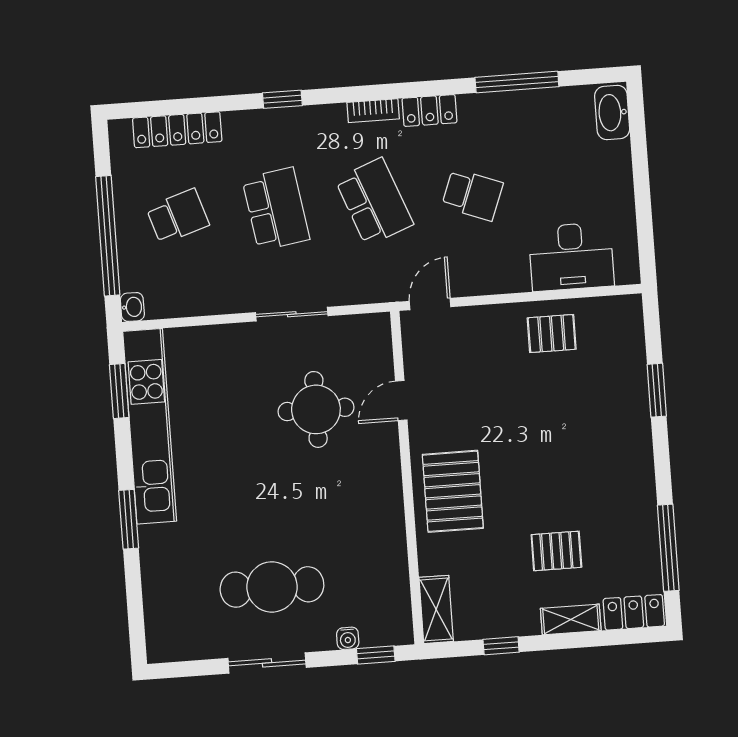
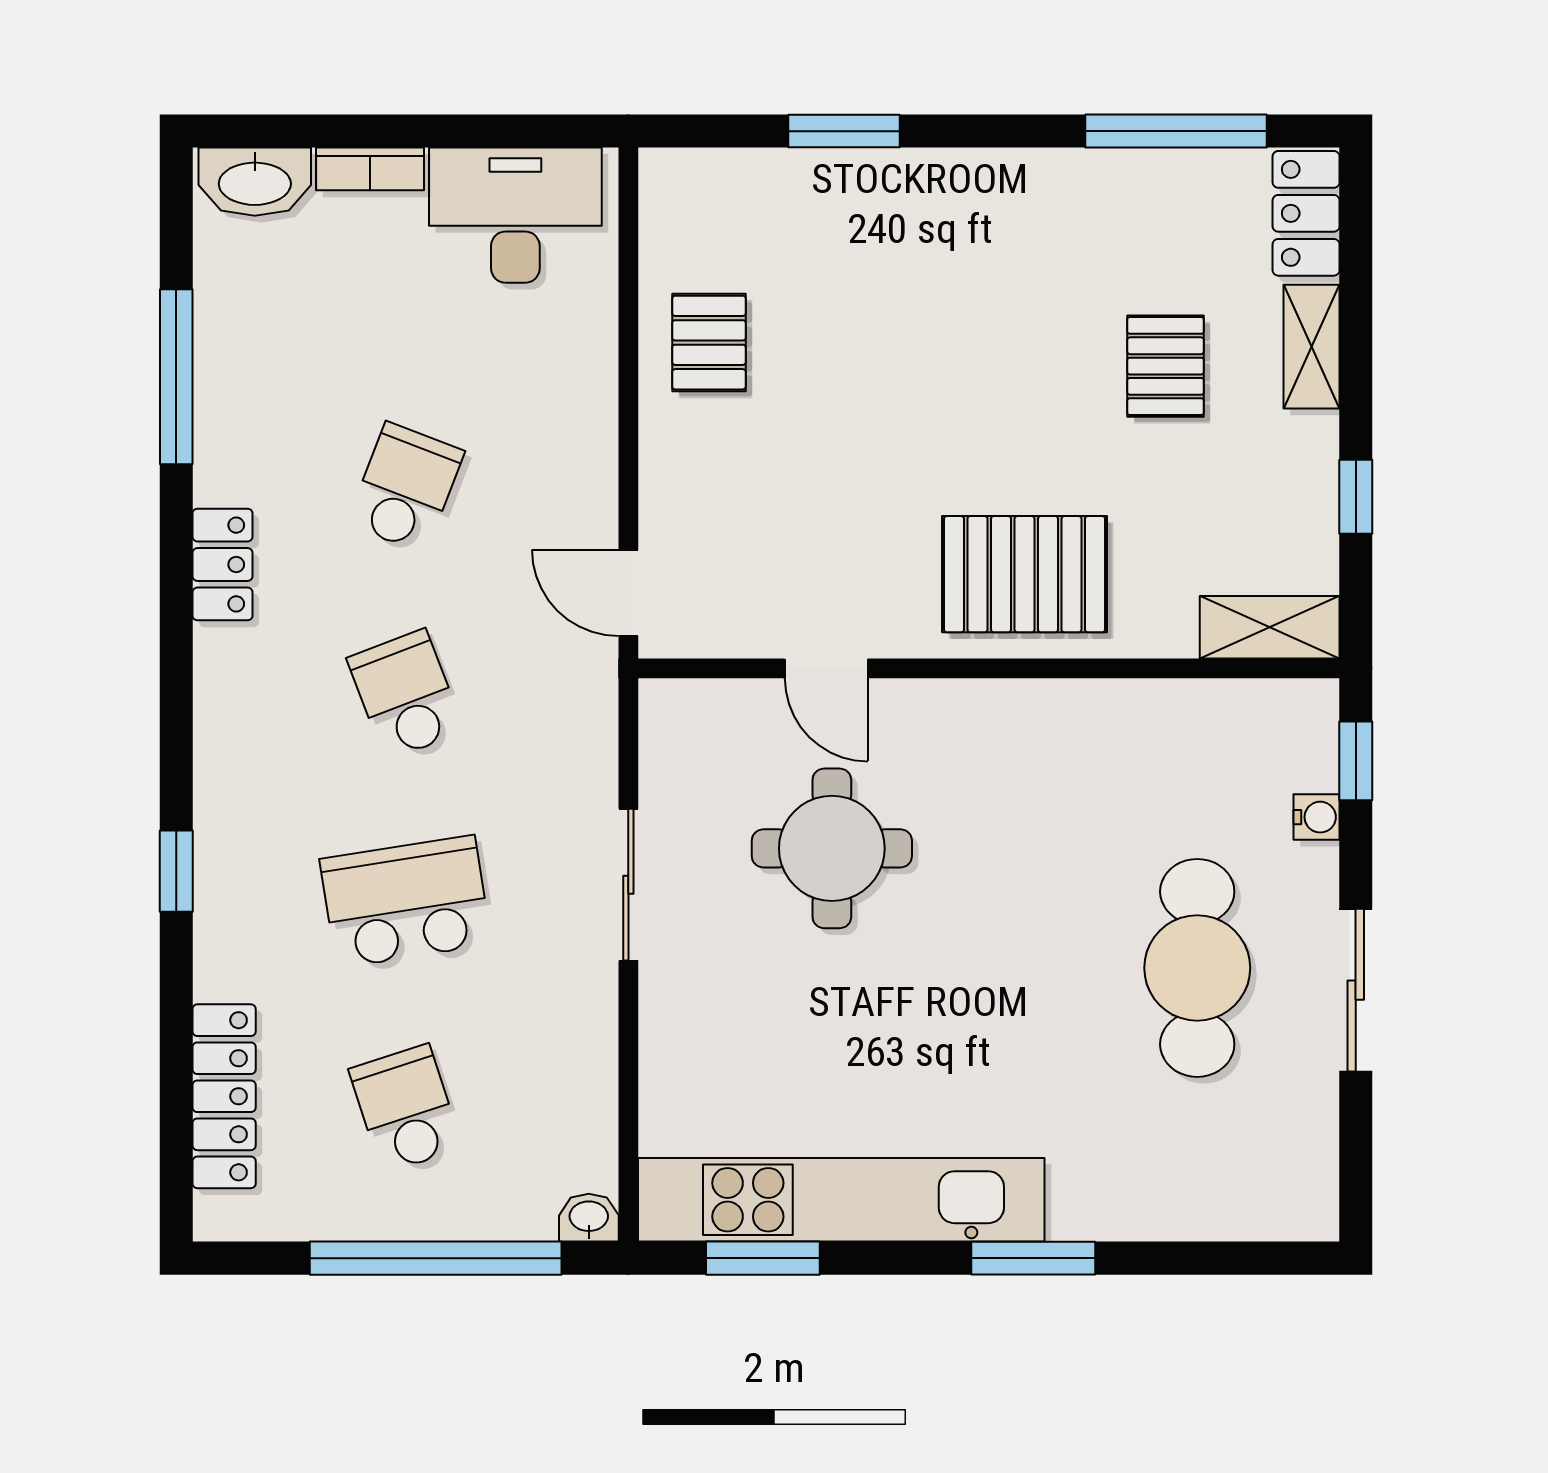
bookcase: (373, 111) -> (370, 169), moved, turned 90
school desk: (374, 202) -> (406, 695), width x0.54
desk: (571, 257) -> (515, 215), moved, turned -90

